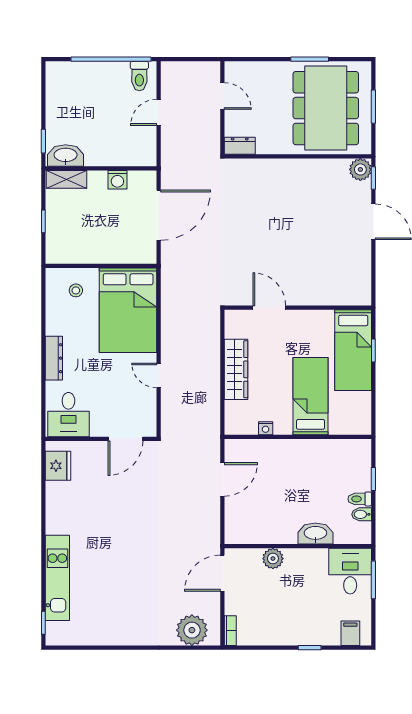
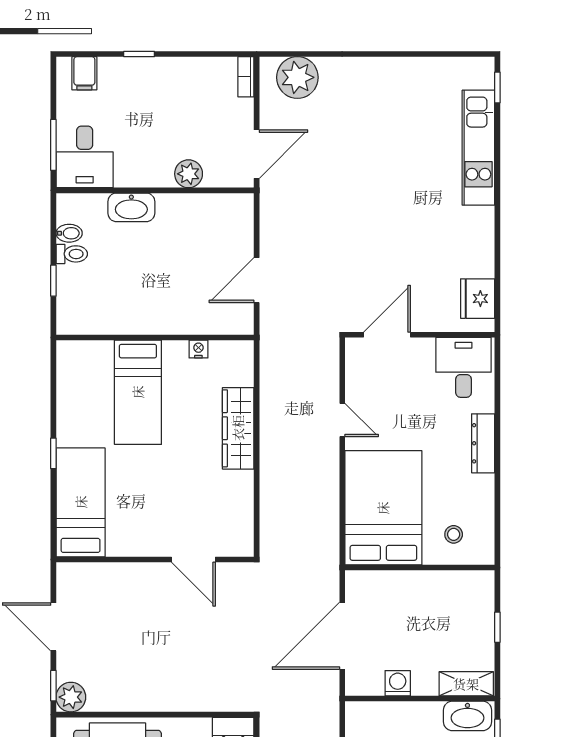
door: (269, 308) -> (193, 559), moved
wall: (298, 308) -> (155, 559), moved
bed: (353, 350) -> (81, 502), moved

